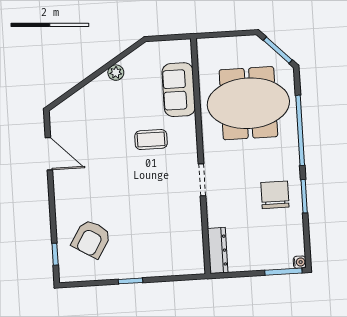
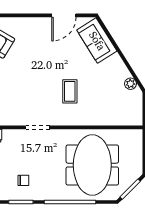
plant: (116, 73) -> (130, 84), moved
sofa: (179, 90) -> (97, 41), moved, turned -122
chair: (275, 195) -> (23, 180), width x0.54, depth x0.54

